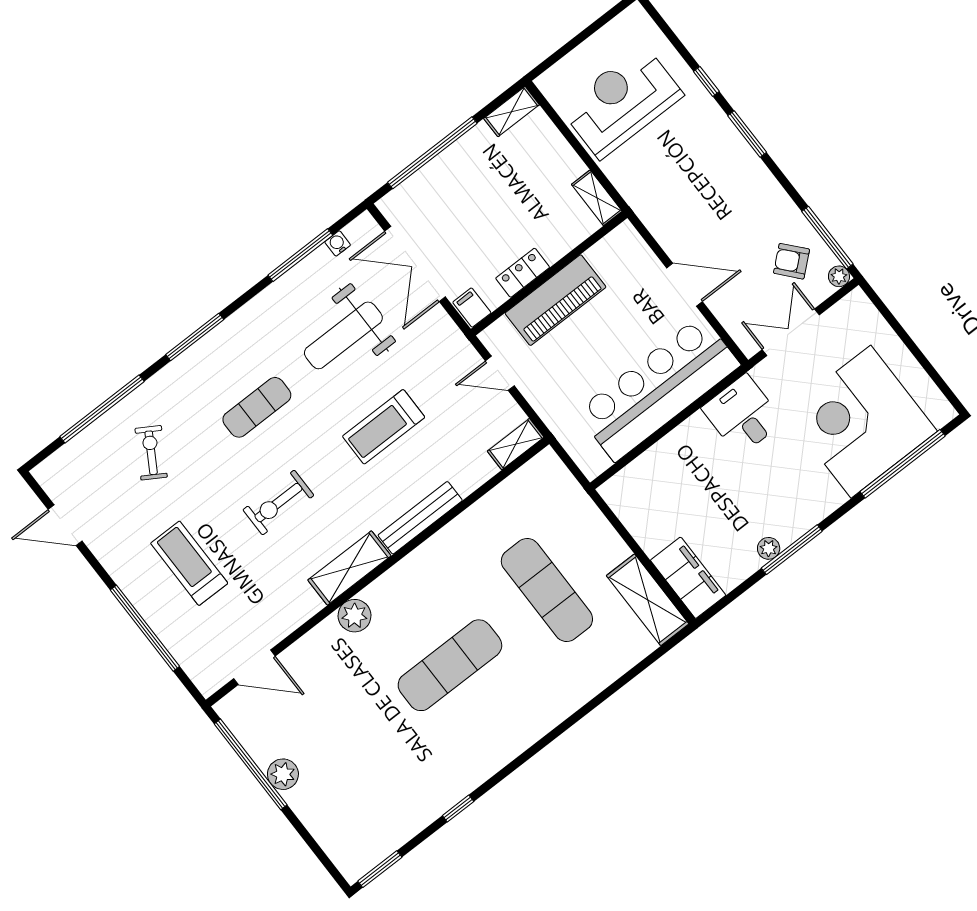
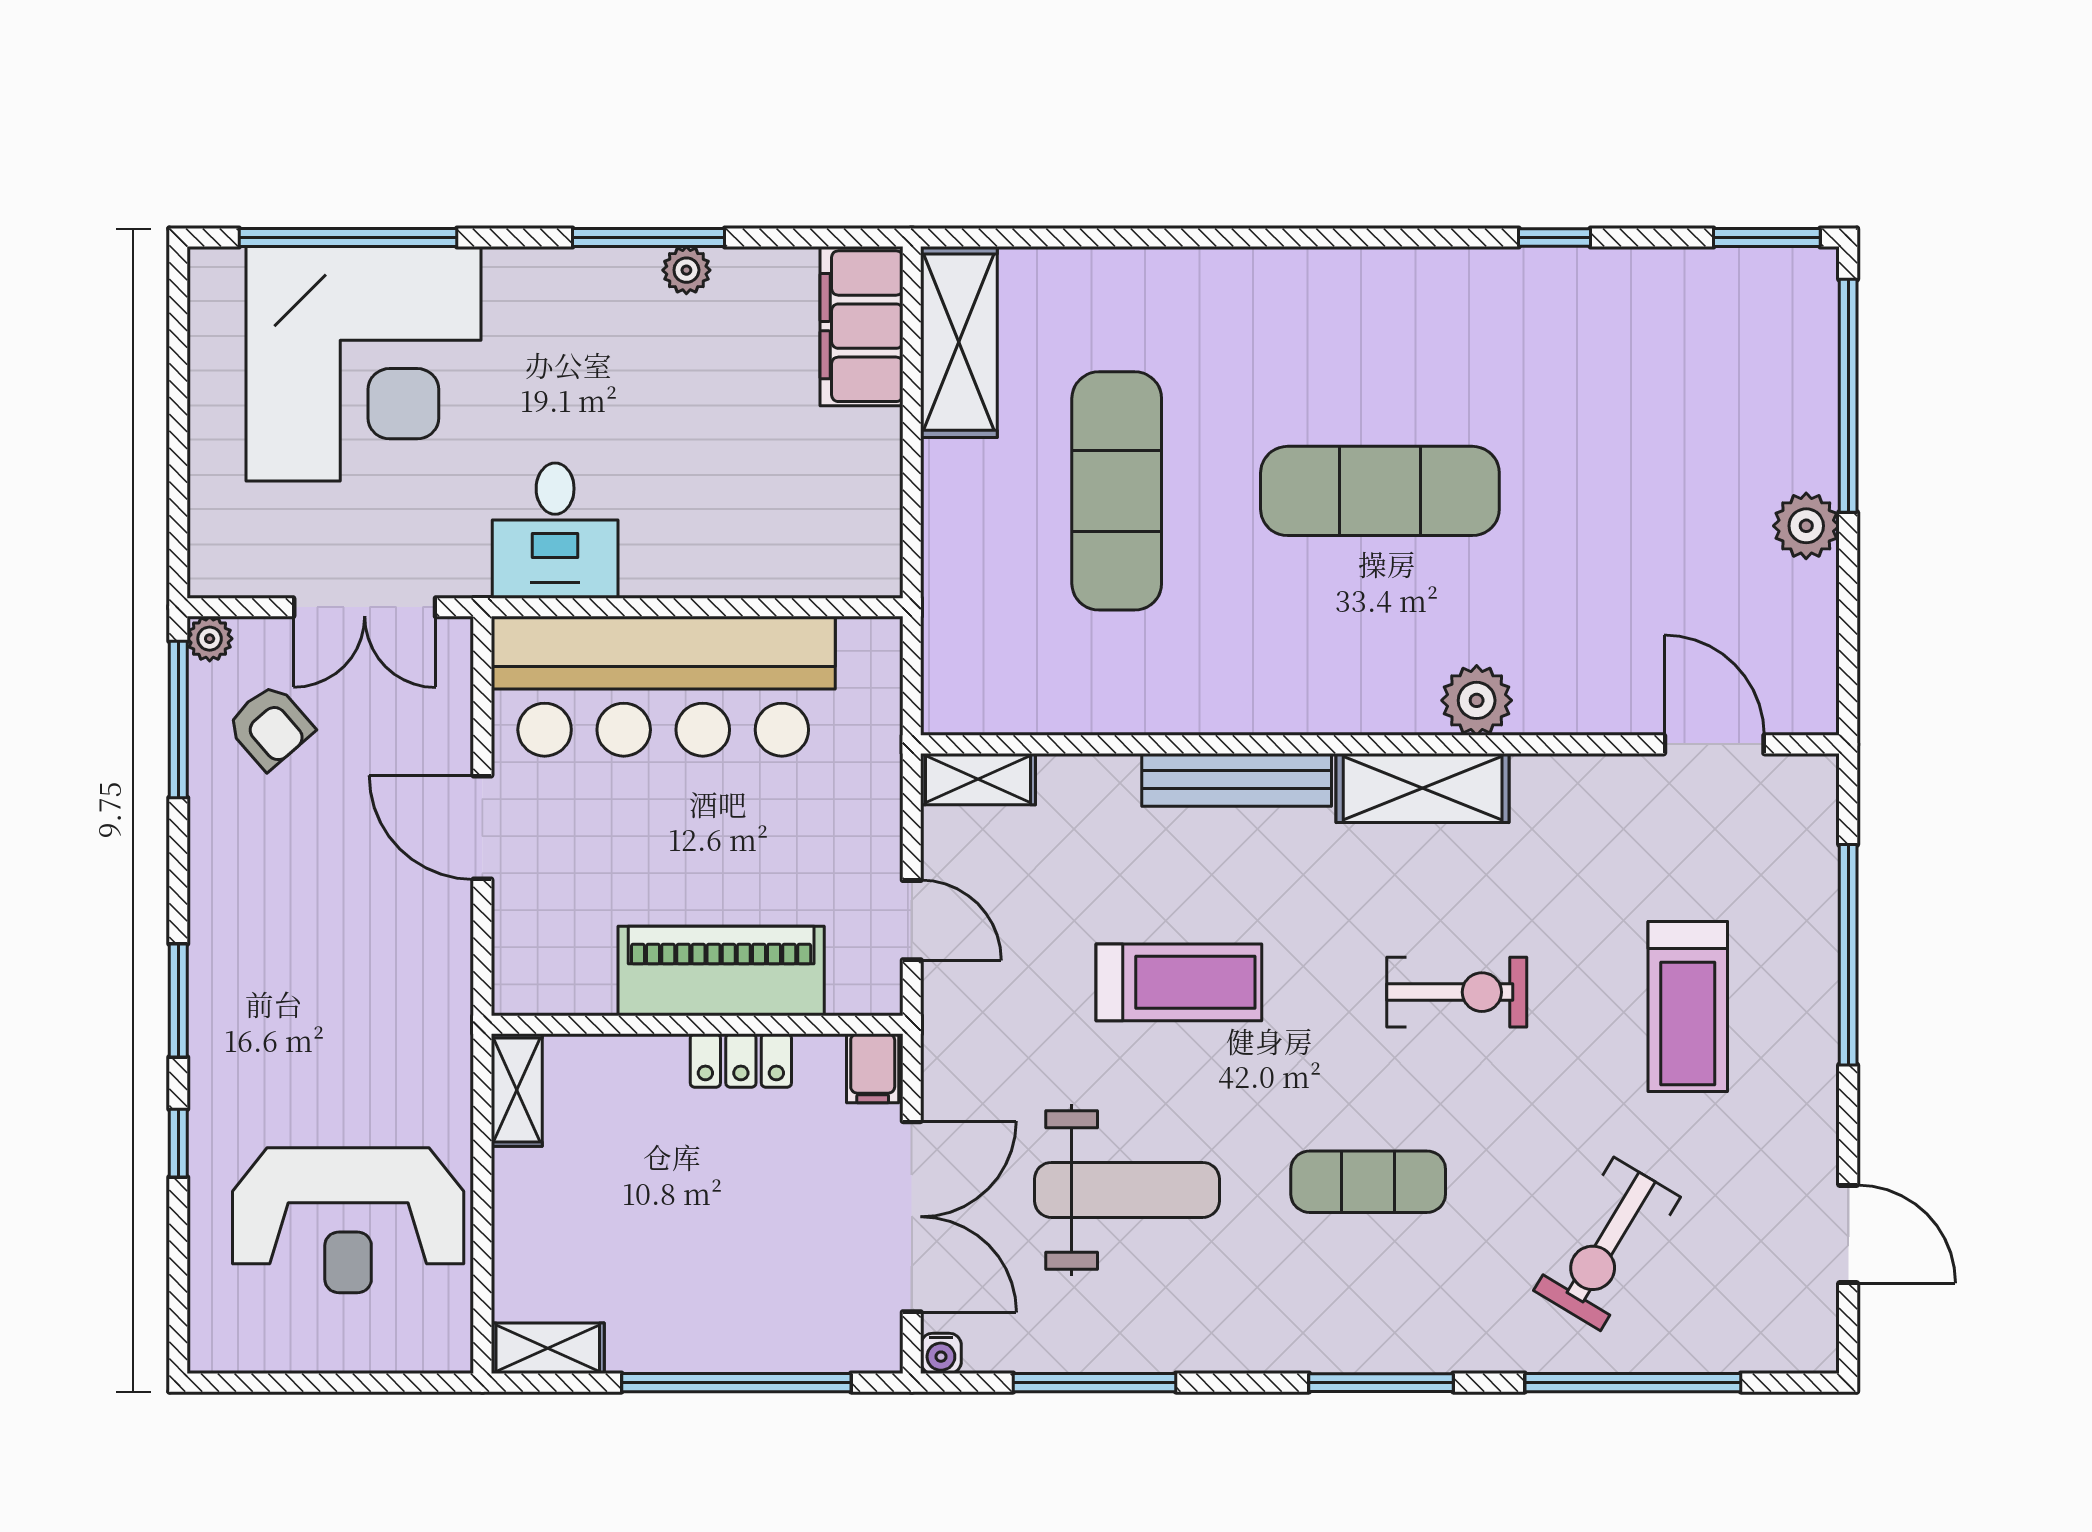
water cooler: (338, 243) -> (941, 1353), moved
exercise bike: (151, 453) -> (1607, 1244), width x1.38, depth x1.39
window: (251, 764) -> (1848, 396), moved

